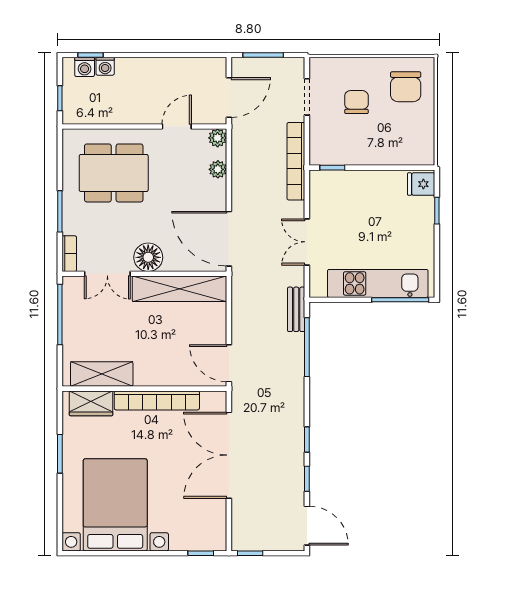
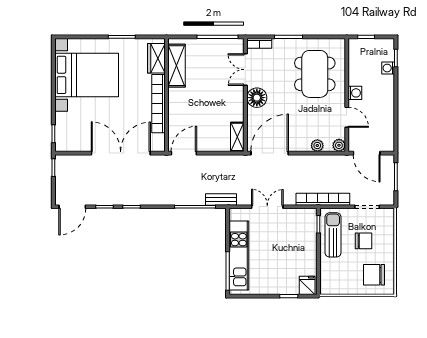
washing machine: (85, 67) -> (355, 93), moved, turned 180
sun lounger: (348, 146) -> (333, 235), added
shelving: (180, 289) -> (237, 137), width x0.45, depth x0.75

